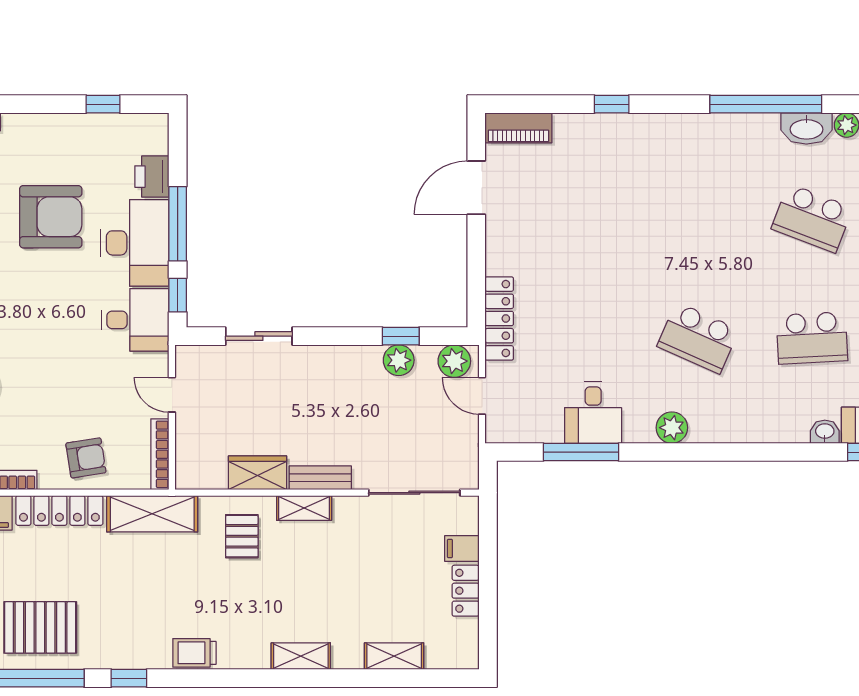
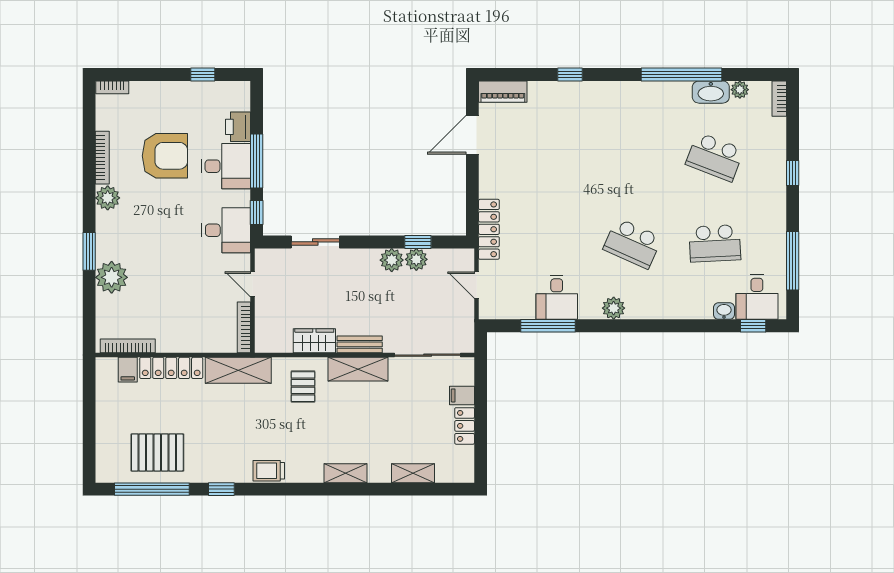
desk: (135, 243) -> (226, 166), width x0.73
plant: (454, 361) -> (392, 260), moved
armchair: (86, 458) -> (190, 330), removed
shelving: (304, 508) -> (358, 369), width x1.50, depth x1.33

